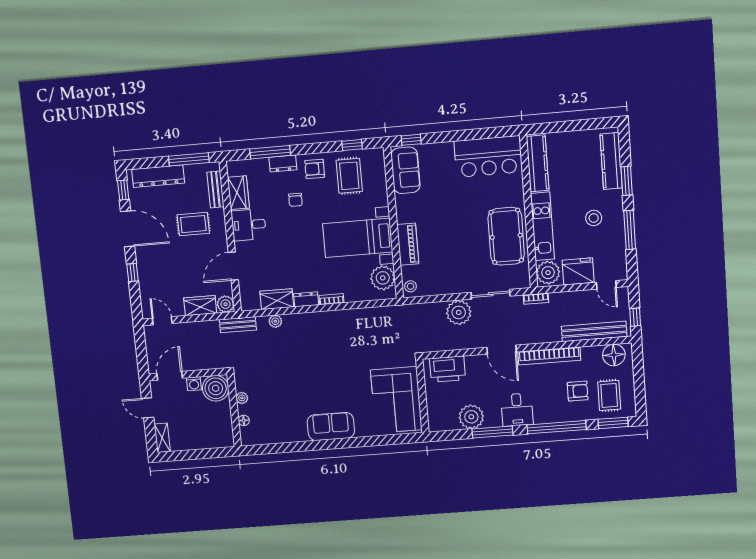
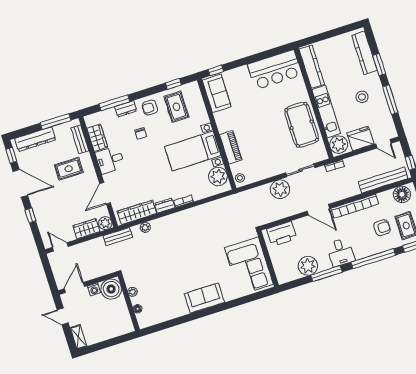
wardrobe: (277, 299) -> (137, 212), width x1.50

